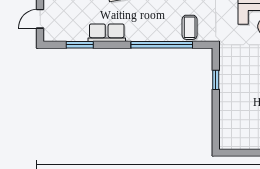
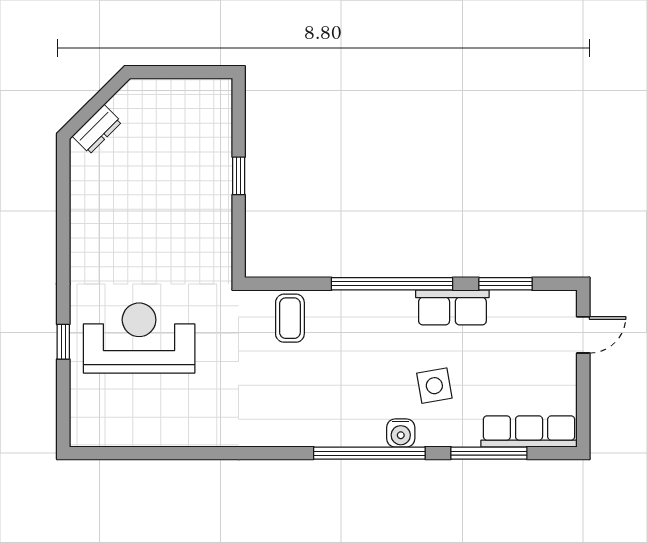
window: (162, 45) -> (392, 284), moved
window: (216, 80) -> (239, 176), moved

